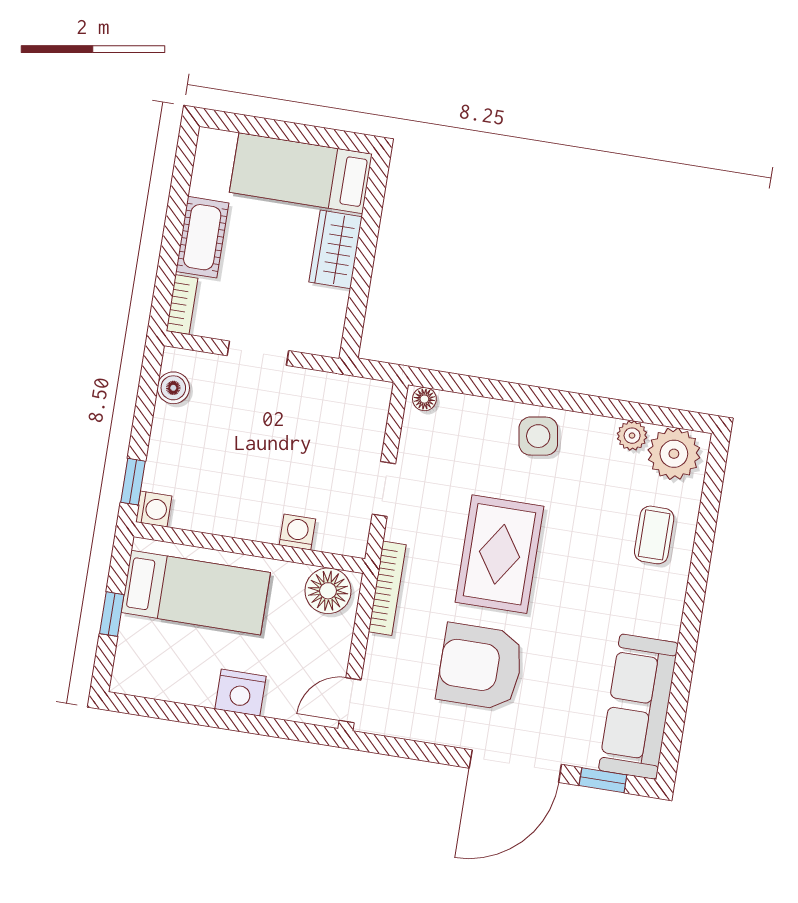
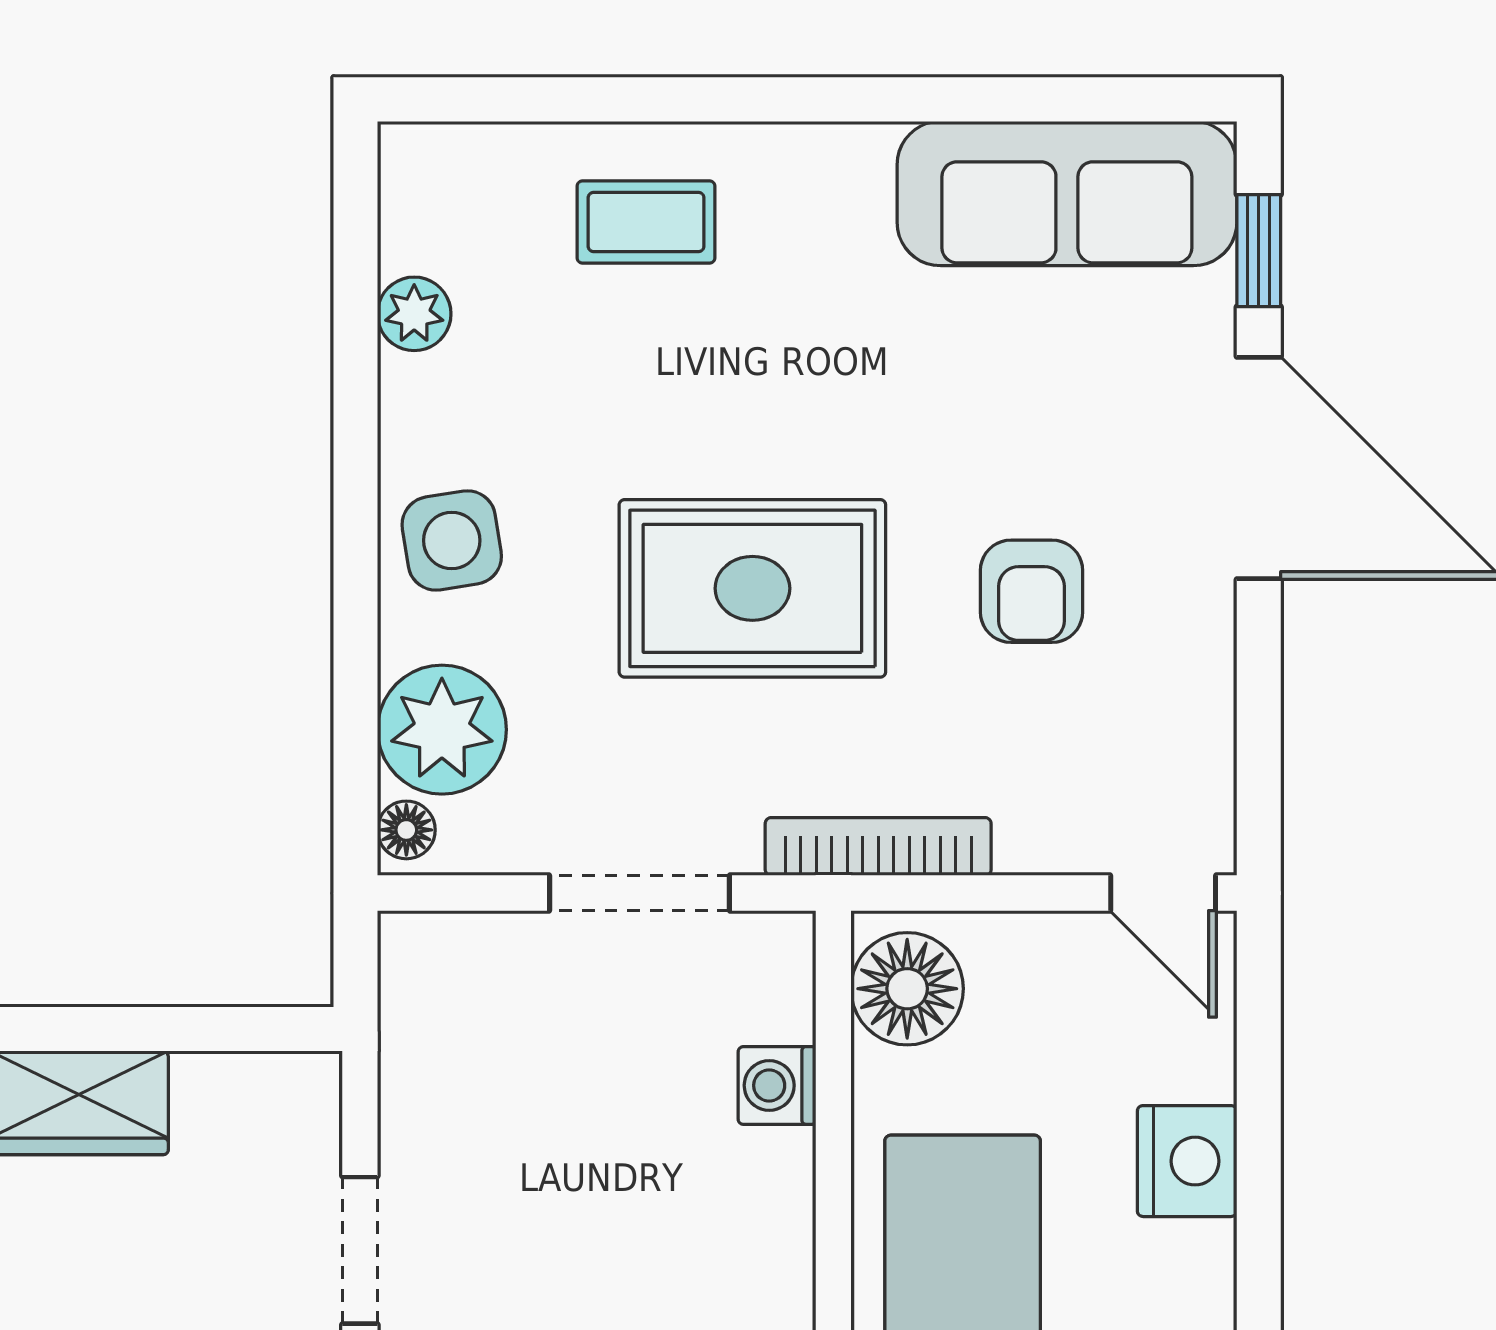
plant: (674, 454) -> (442, 730), moved
doorway: (384, 489) -> (639, 893), width x1.38
armchair: (480, 667) -> (1032, 591), width x0.53, depth x0.53

